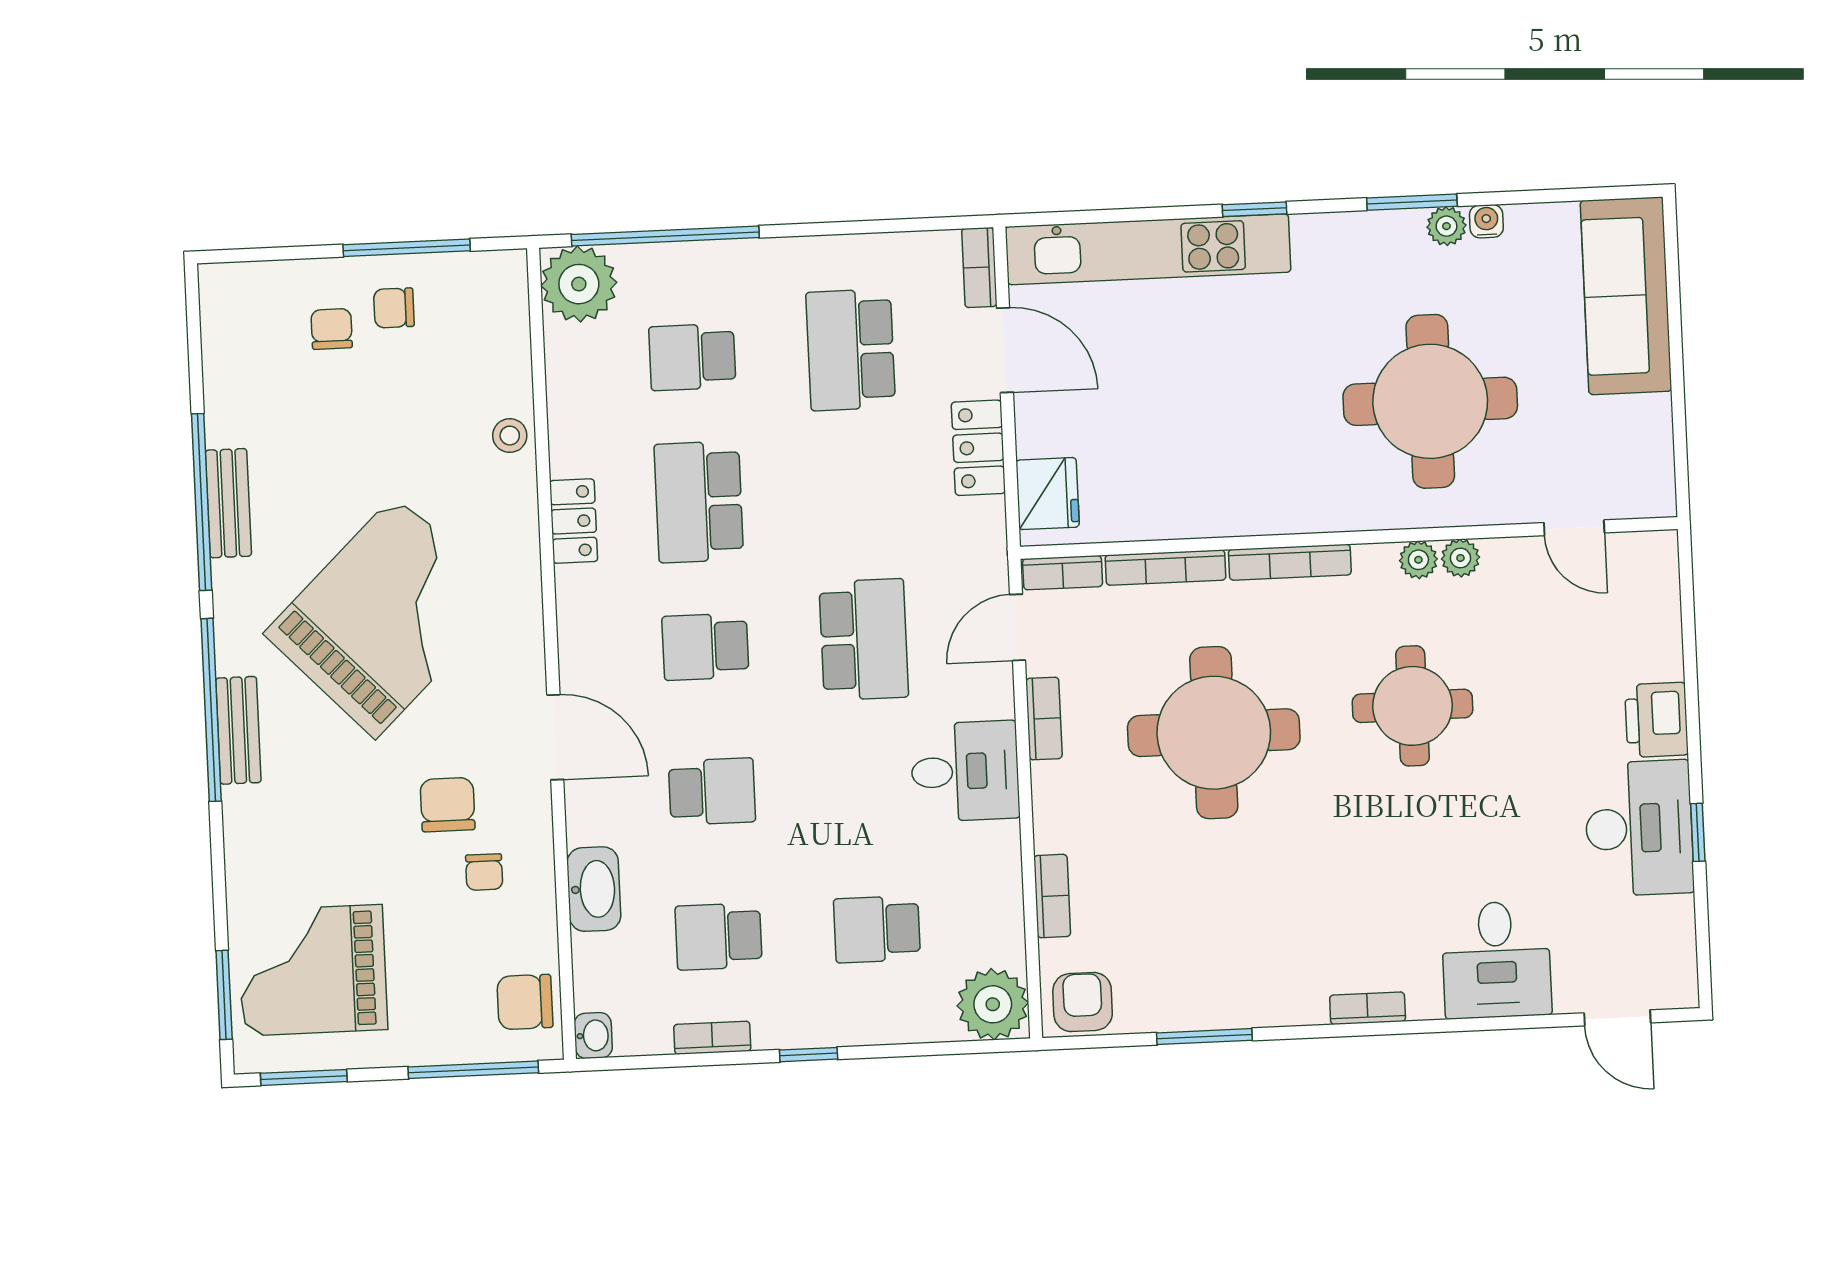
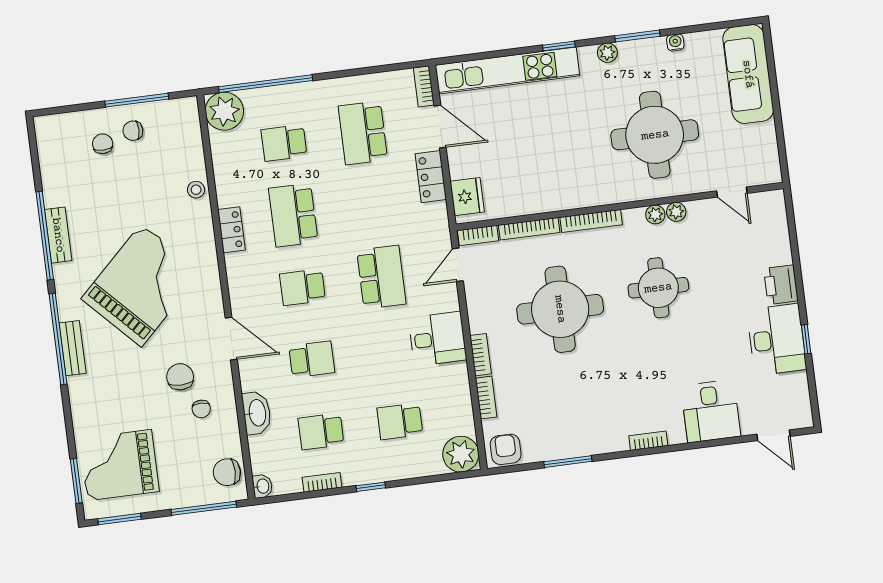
plant: (1446, 226) -> (607, 53), moved
bookcase: (1044, 718) -> (481, 355), moved

